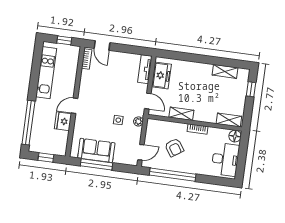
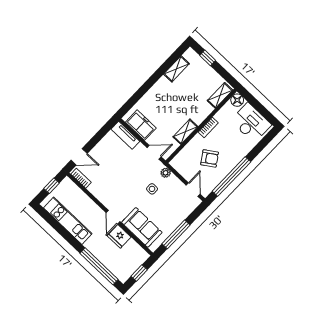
sofa: (96, 150) -> (142, 227), moved, turned 90

